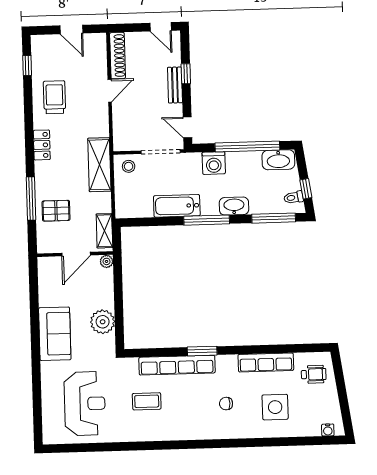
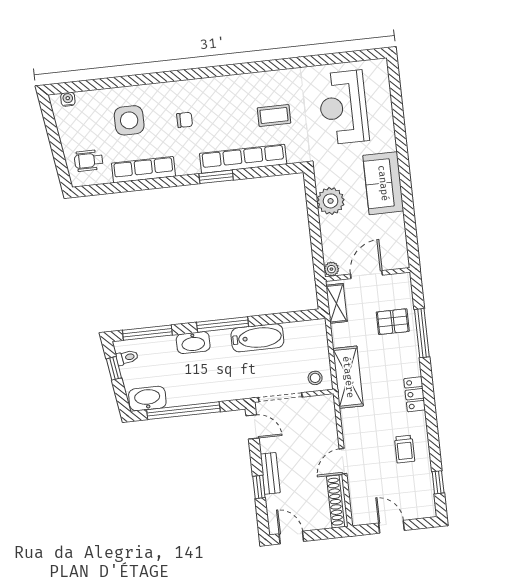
trolley: (54, 97) -> (404, 449), width x0.73, depth x0.72
washing machine: (214, 163) -> (220, 389), removed

